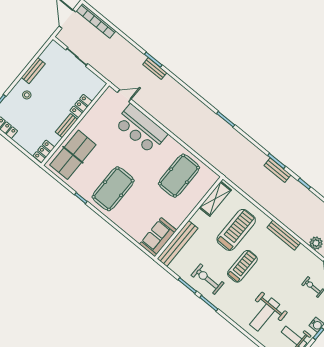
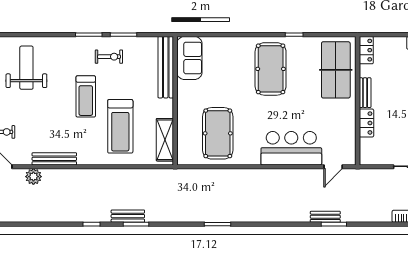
bench: (284, 235) -> (54, 159), moved
exercise bike: (208, 279) -> (109, 57), width x0.73, depth x0.72

